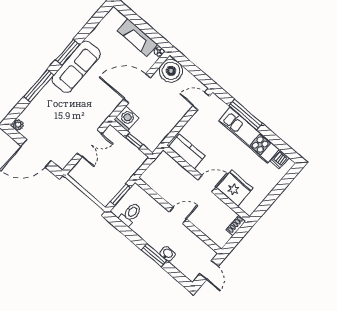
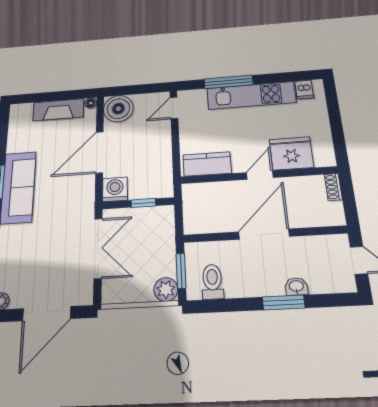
double door: (90, 143) -> (98, 248), width x1.37
plant: (105, 197) -> (166, 289), added
door: (178, 215) -> (264, 234), width x1.88

